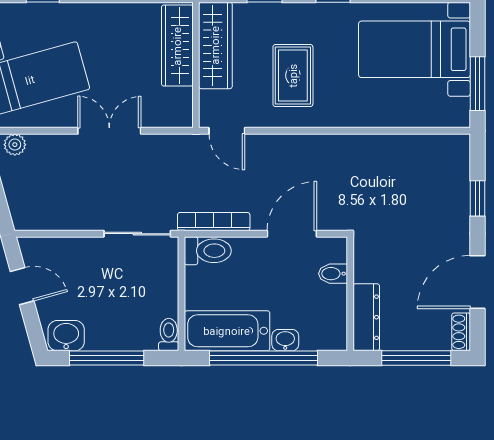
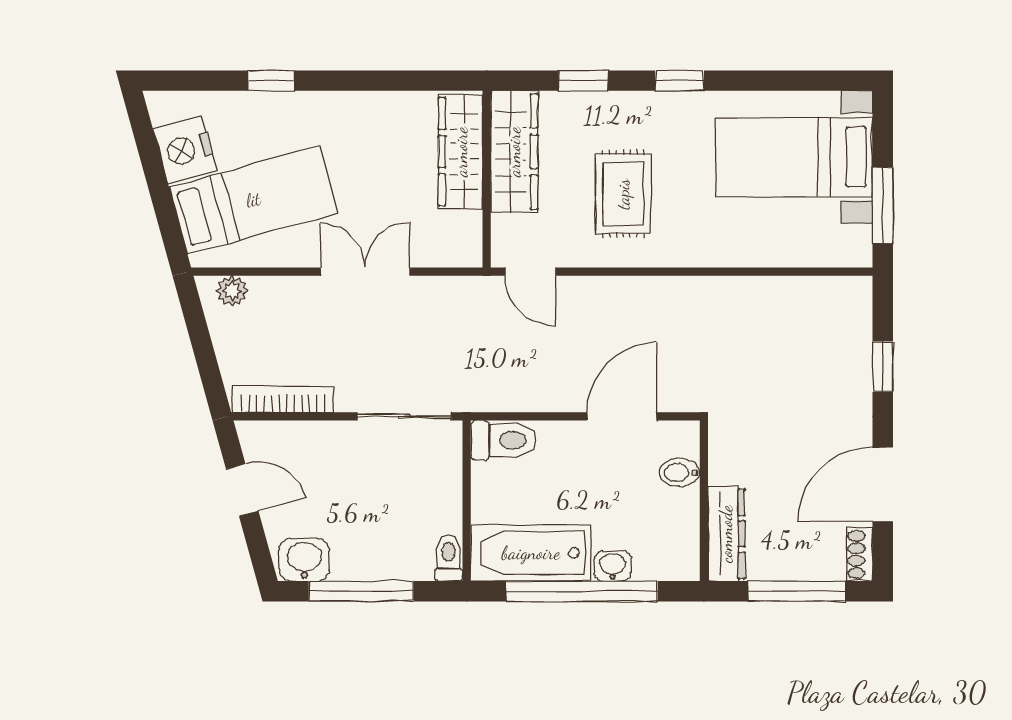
bookcase: (214, 222) -> (283, 399), moved

